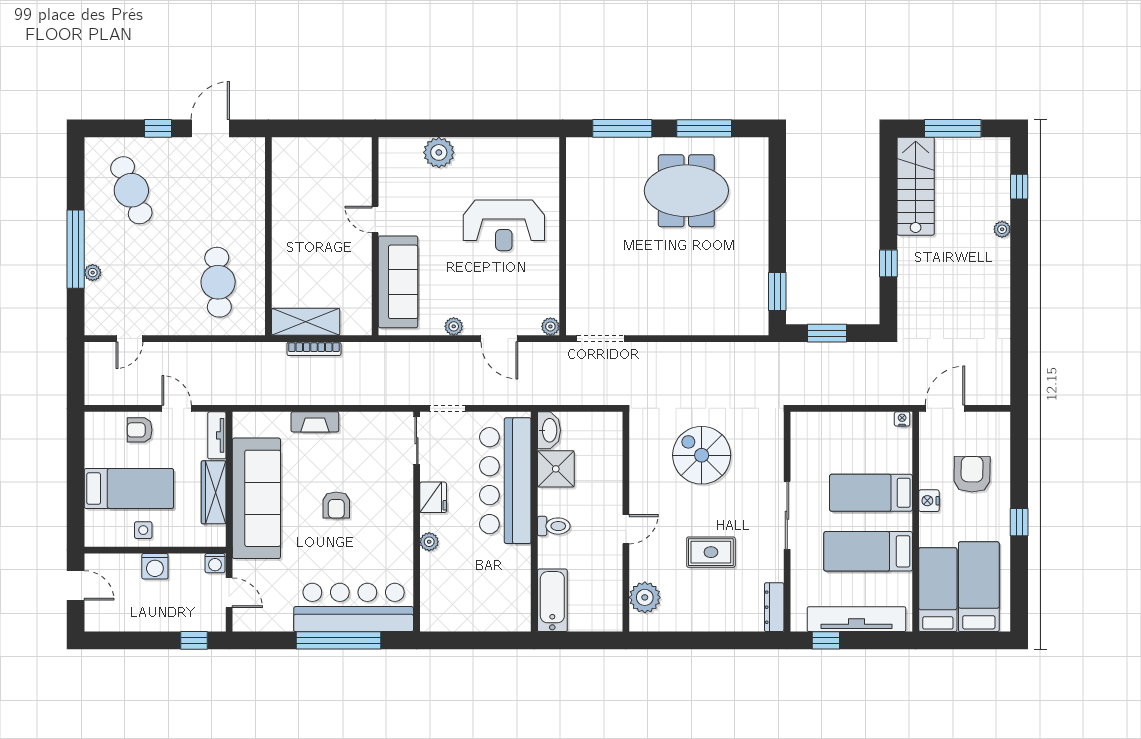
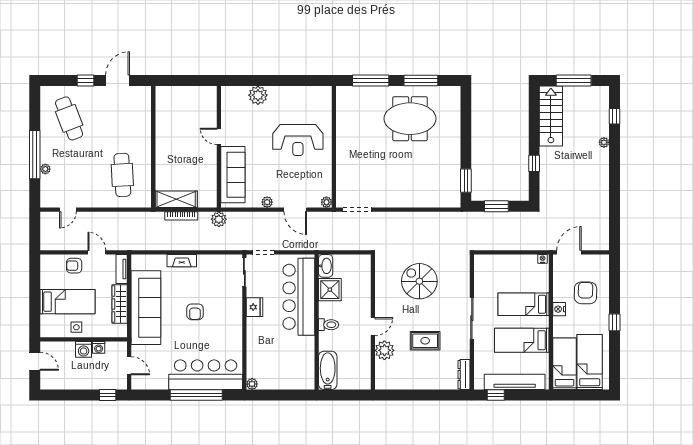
plant: (375, 354) -> (219, 219), added
plant: (429, 542) -> (252, 384), moved
washing machine: (215, 563) -> (99, 347), moved
plant: (645, 597) -> (384, 350), moved

